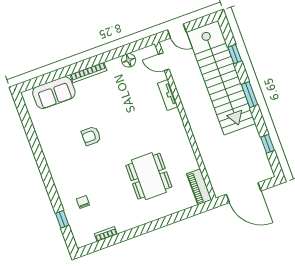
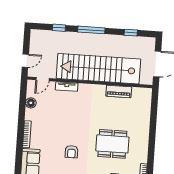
stairs: (221, 78) -> (98, 69), moved, turned 180
window: (250, 95) -> (91, 30), width x1.44
dining table: (149, 176) -> (112, 144), moved
piano: (199, 187) -> (119, 91), moved

